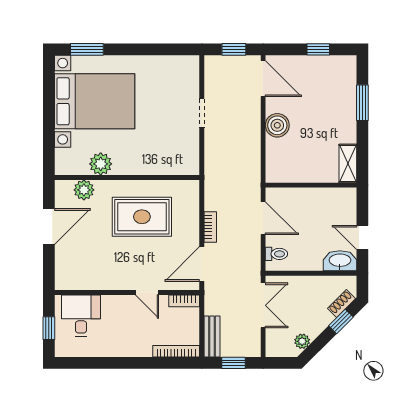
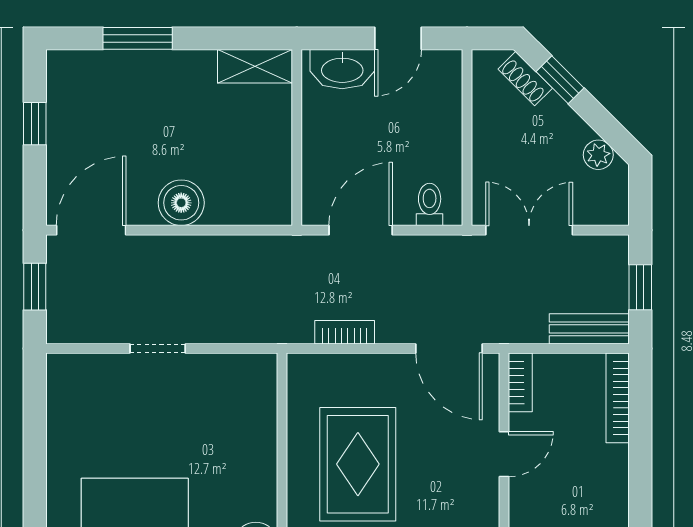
bookcase: (210, 227) -> (345, 332), moved
washbasin: (340, 261) -> (342, 69), moved, turned -90

